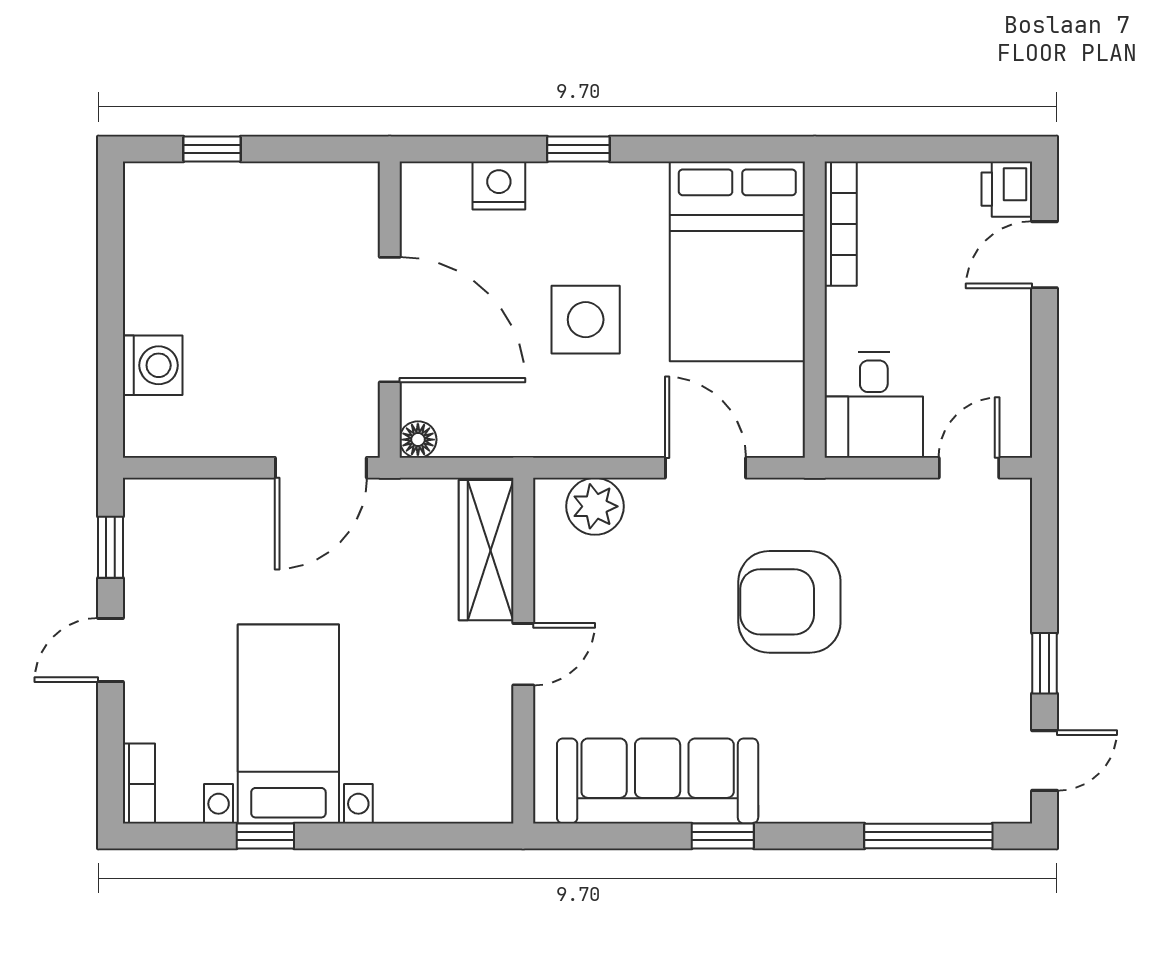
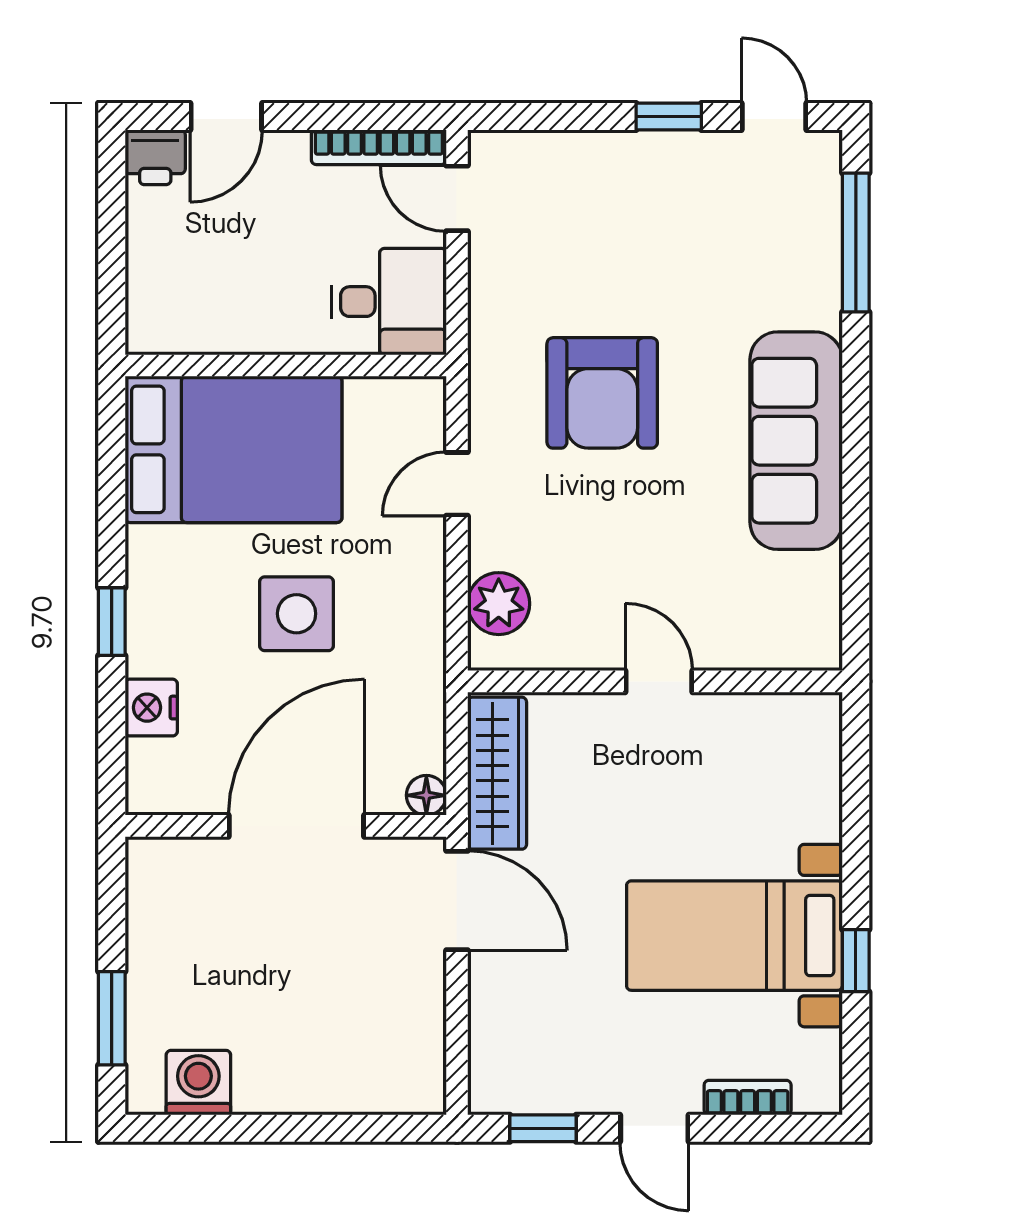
window: (212, 149) -> (112, 1018), width x1.50
bookcase: (841, 224) -> (379, 147), moved, turned 180
door: (1045, 255) -> (226, 117), hinge flipped
washing machine: (153, 365) -> (198, 1083), moved
door: (705, 468) -> (457, 484), width x0.73
wardrobe: (486, 550) -> (497, 773), moved, turned -90
sofa: (658, 781) -> (796, 441), moved
bookcase: (139, 784) -> (748, 1098), moved
window: (723, 836) -> (856, 465), removed

